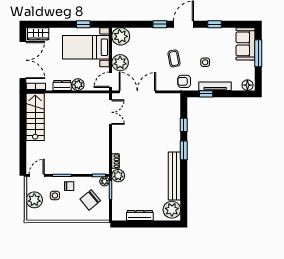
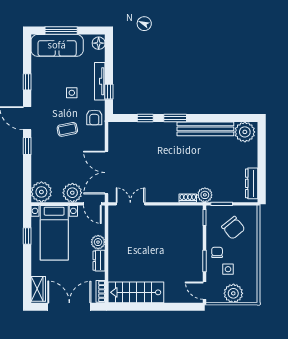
sofa: (246, 44) -> (57, 45), width x1.36
plant: (105, 181) -> (212, 211), removed
dresser: (140, 216) -> (252, 183), moved

